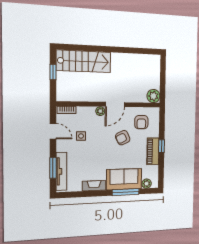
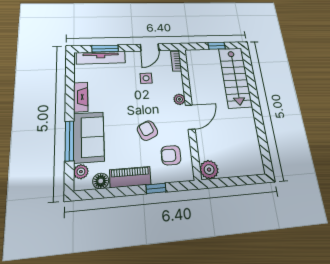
door: (115, 104) -> (190, 117), swing flipped
window: (161, 146) -> (156, 188), moved
floor lamp: (154, 171) -> (101, 181), added

